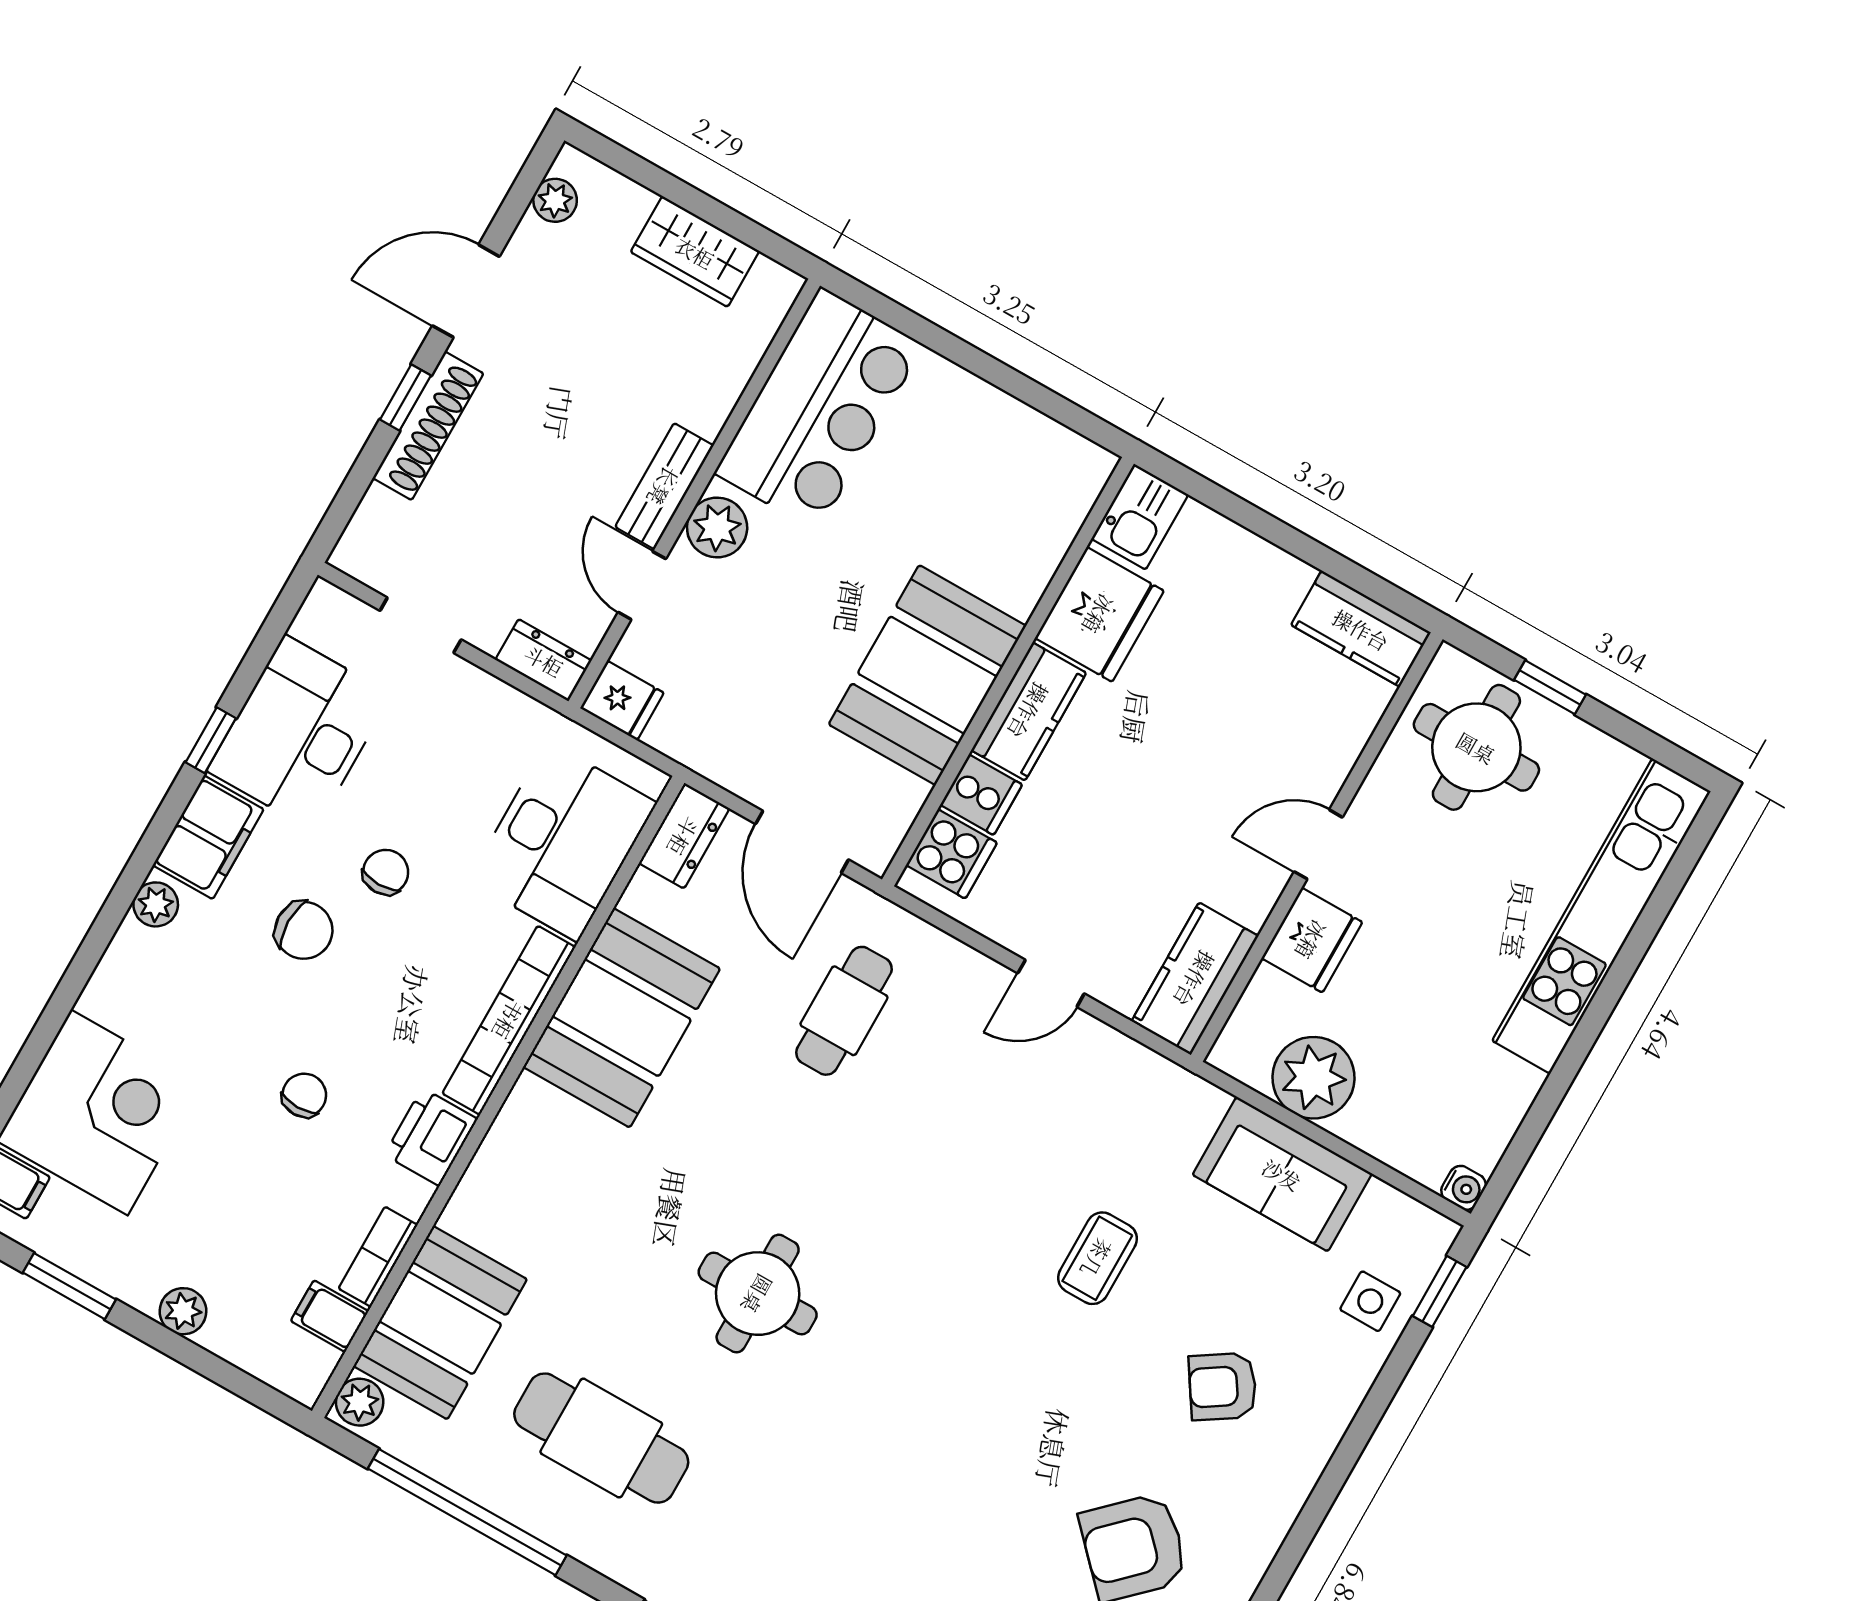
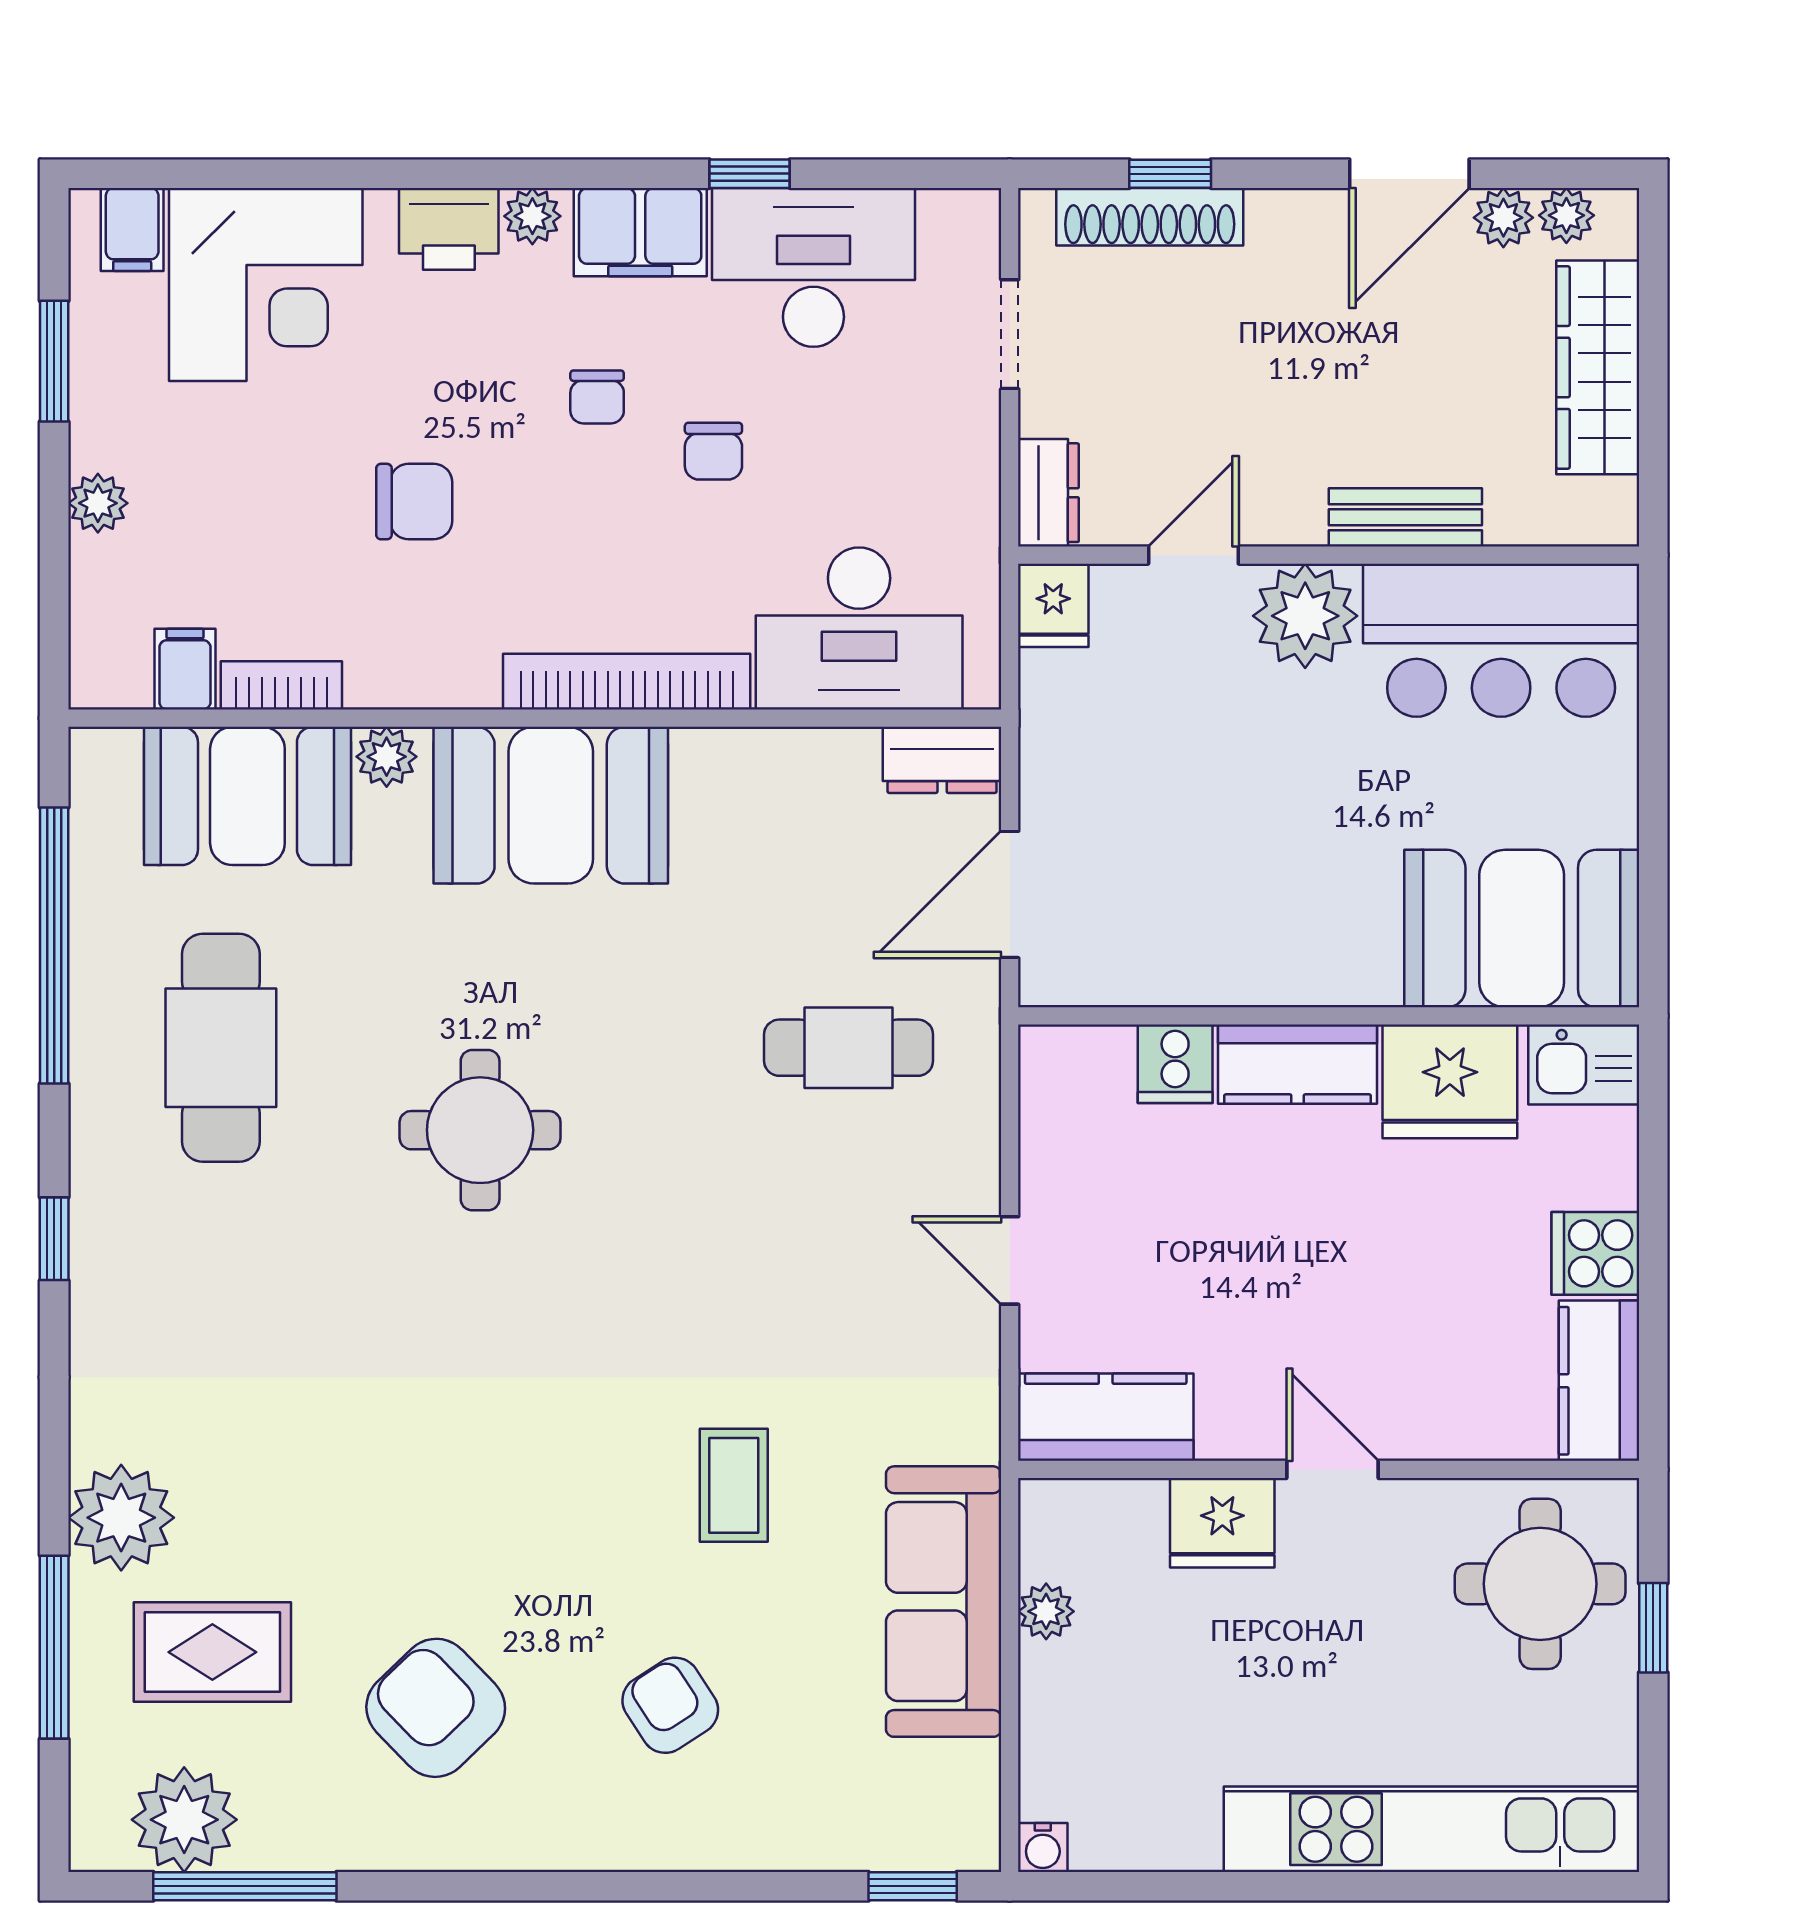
plant: (532, 244) -> (1503, 218), added
wardrobe: (695, 252) -> (1598, 367), width x1.50
door: (466, 291) -> (1409, 174), swing flipped
window: (405, 397) -> (1170, 174), moved
shoe rack: (428, 426) -> (1150, 217), moved
bench: (664, 486) -> (1405, 517), moved
plant: (717, 528) -> (1305, 616), width x1.36, depth x1.36
booth: (927, 675) -> (1522, 929), moved
cooker: (951, 854) -> (1595, 1253), moved, turned 90
chair: (386, 872) -> (713, 451), turned 90
chair: (304, 930) -> (597, 397), width x0.73, depth x0.73
booth: (622, 1018) -> (551, 805), moved
plant: (1314, 1078) -> (1046, 1611), width x0.53, depth x0.53
chair: (304, 1095) -> (414, 502), width x1.37, depth x1.37
printer: (431, 1137) -> (449, 229), moved, turned 180
sofa: (1282, 1174) -> (944, 1602), width x1.36
coffee table: (1097, 1258) -> (734, 1485), turned 90
side table: (1370, 1301) -> (858, 1815), removed
plant: (360, 1402) -> (387, 757), moved

